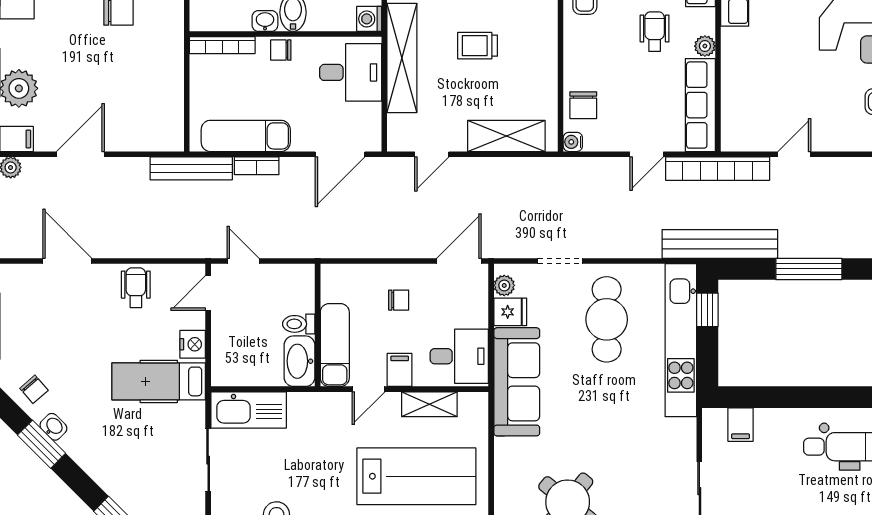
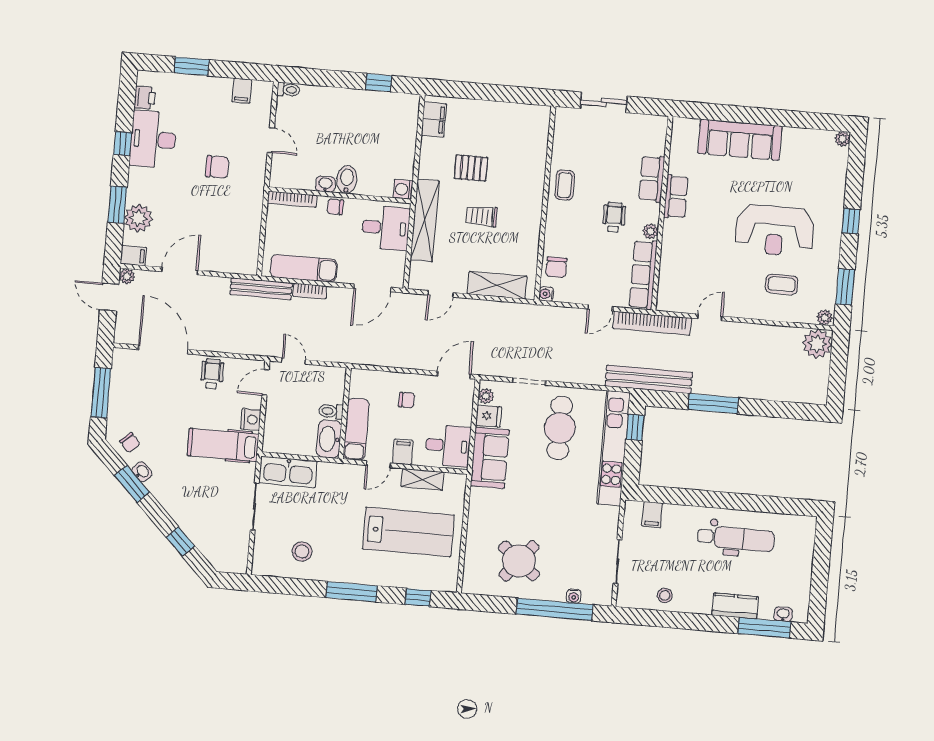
door: (67, 261) -> (163, 349), width x1.36
sofa: (517, 382) -> (490, 458), width x0.73

